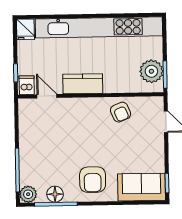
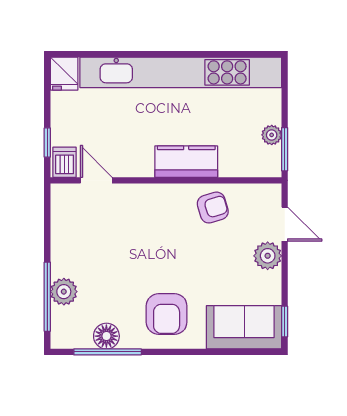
plant: (151, 71) -> (272, 135), width x0.53, depth x0.53
kitchen counter: (83, 84) -> (186, 162), moved
armchair: (121, 112) -> (213, 208), turned -84
plant: (156, 142) -> (268, 256), added
plant: (28, 194) -> (64, 292), moved

